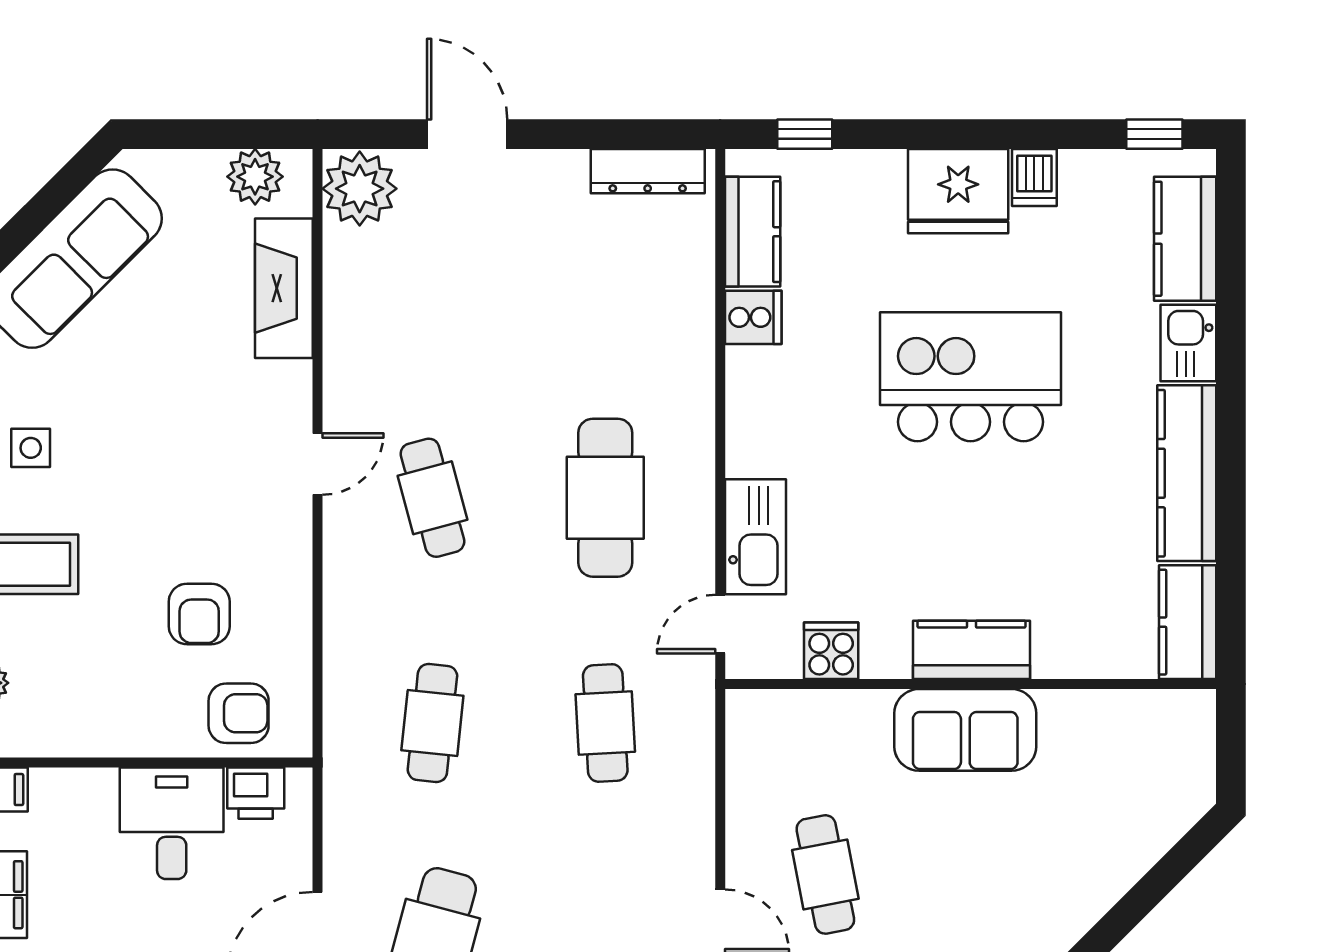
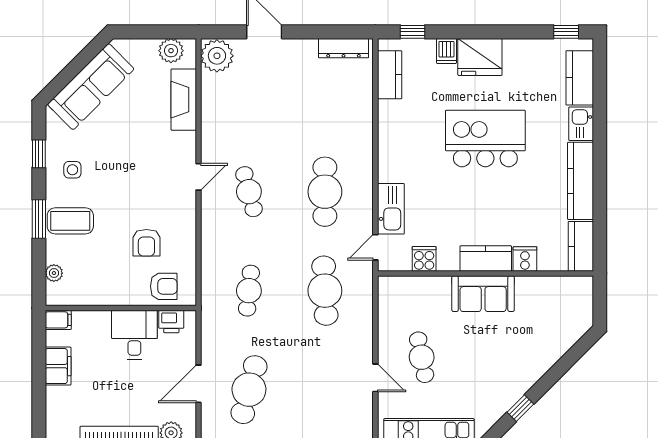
dishwasher: (1034, 177) -> (446, 51), moved
cooker: (753, 317) -> (525, 259), moved, turned -90
cafe table: (605, 723) -> (325, 291), width x1.37, depth x1.35

